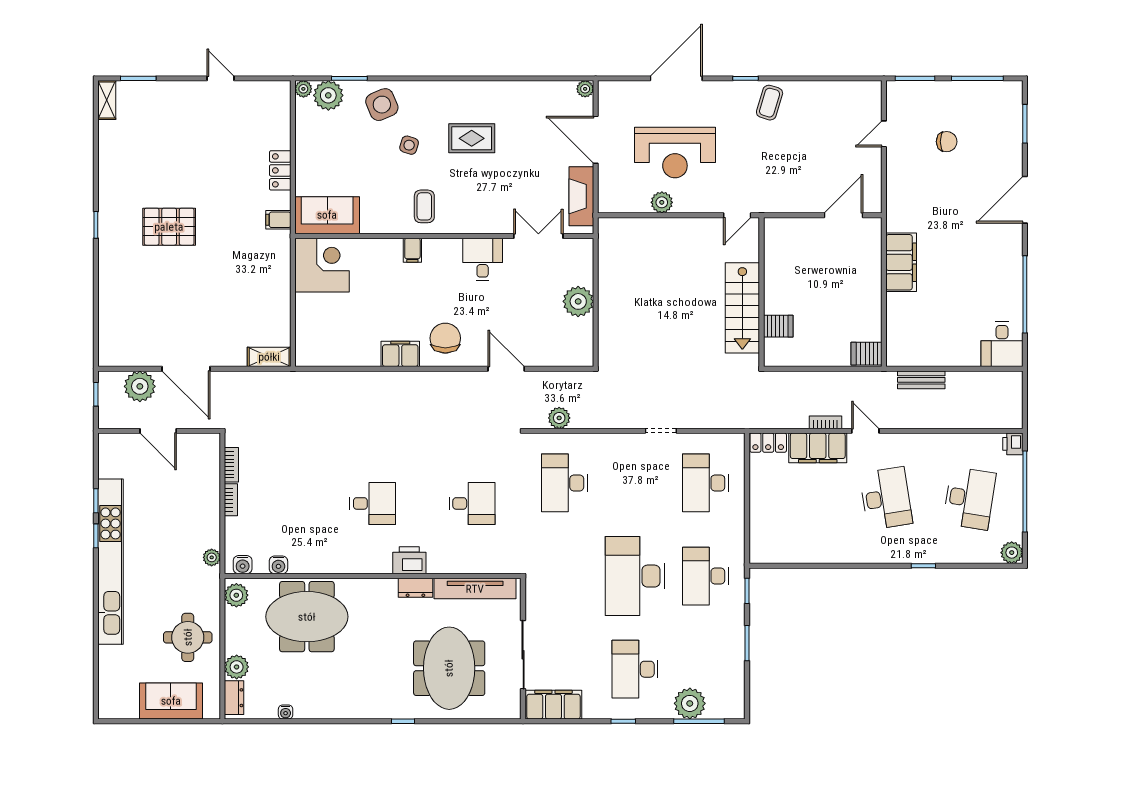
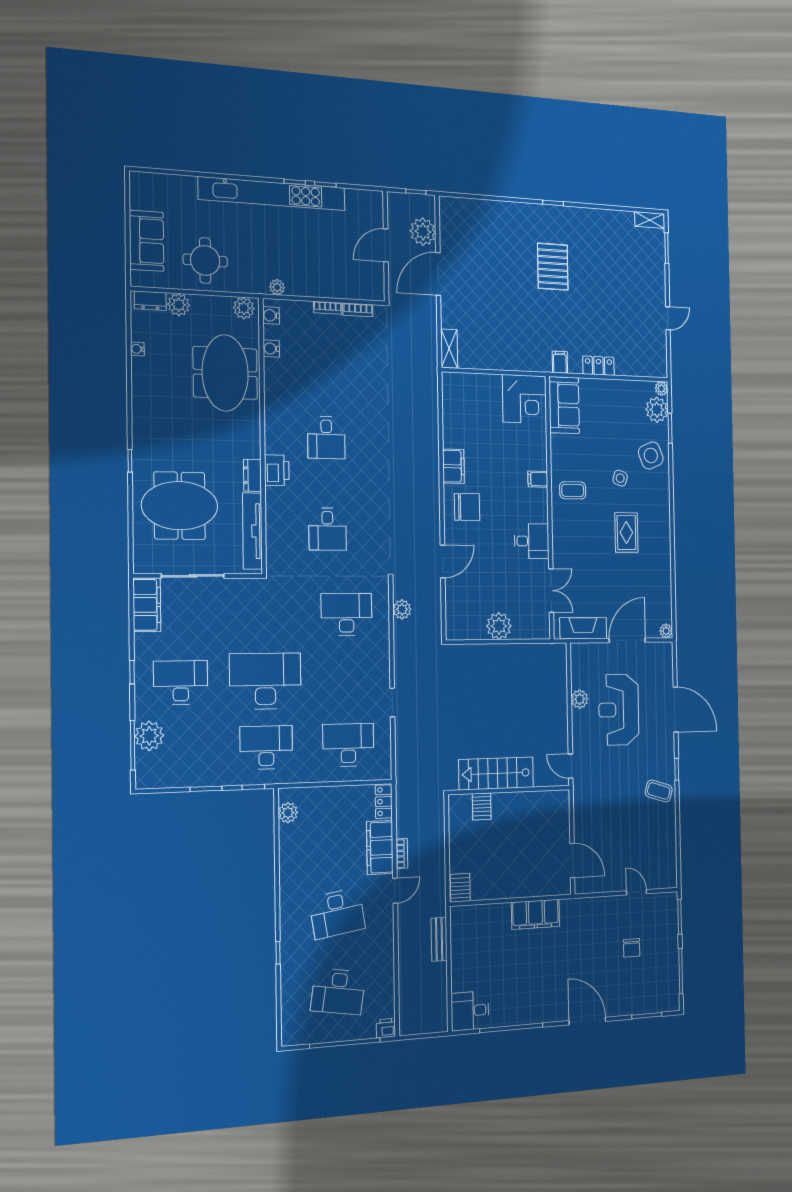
plant: (1012, 553) -> (288, 813), moved

